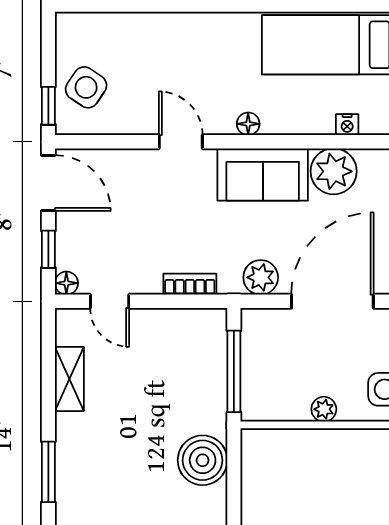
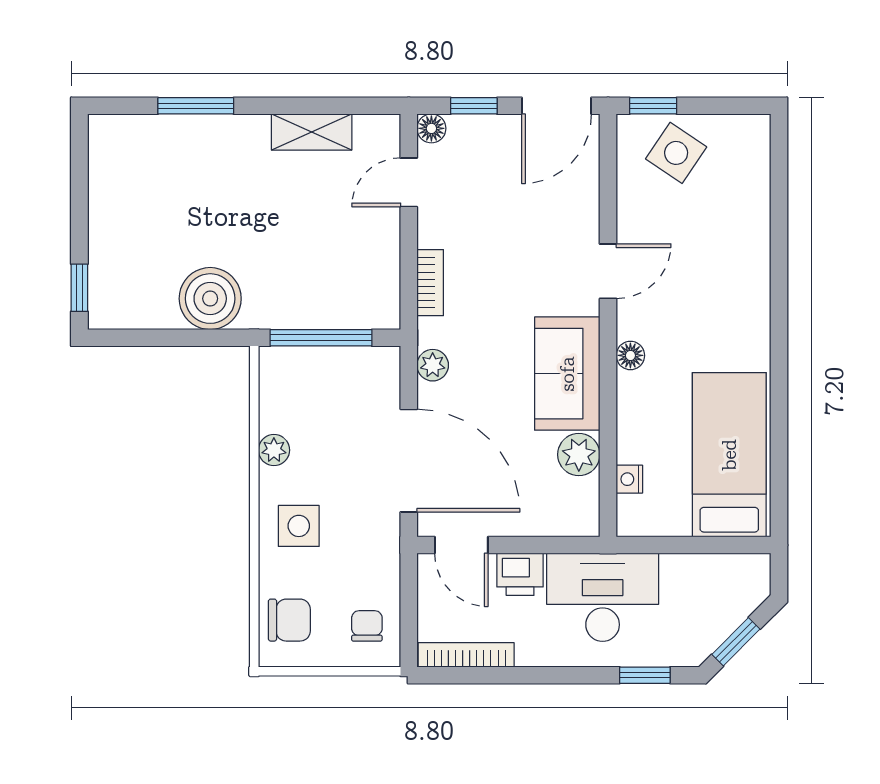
plant: (334, 171) -> (579, 455), width x0.73, depth x0.73
plant: (261, 277) -> (433, 365), width x0.73, depth x0.73

